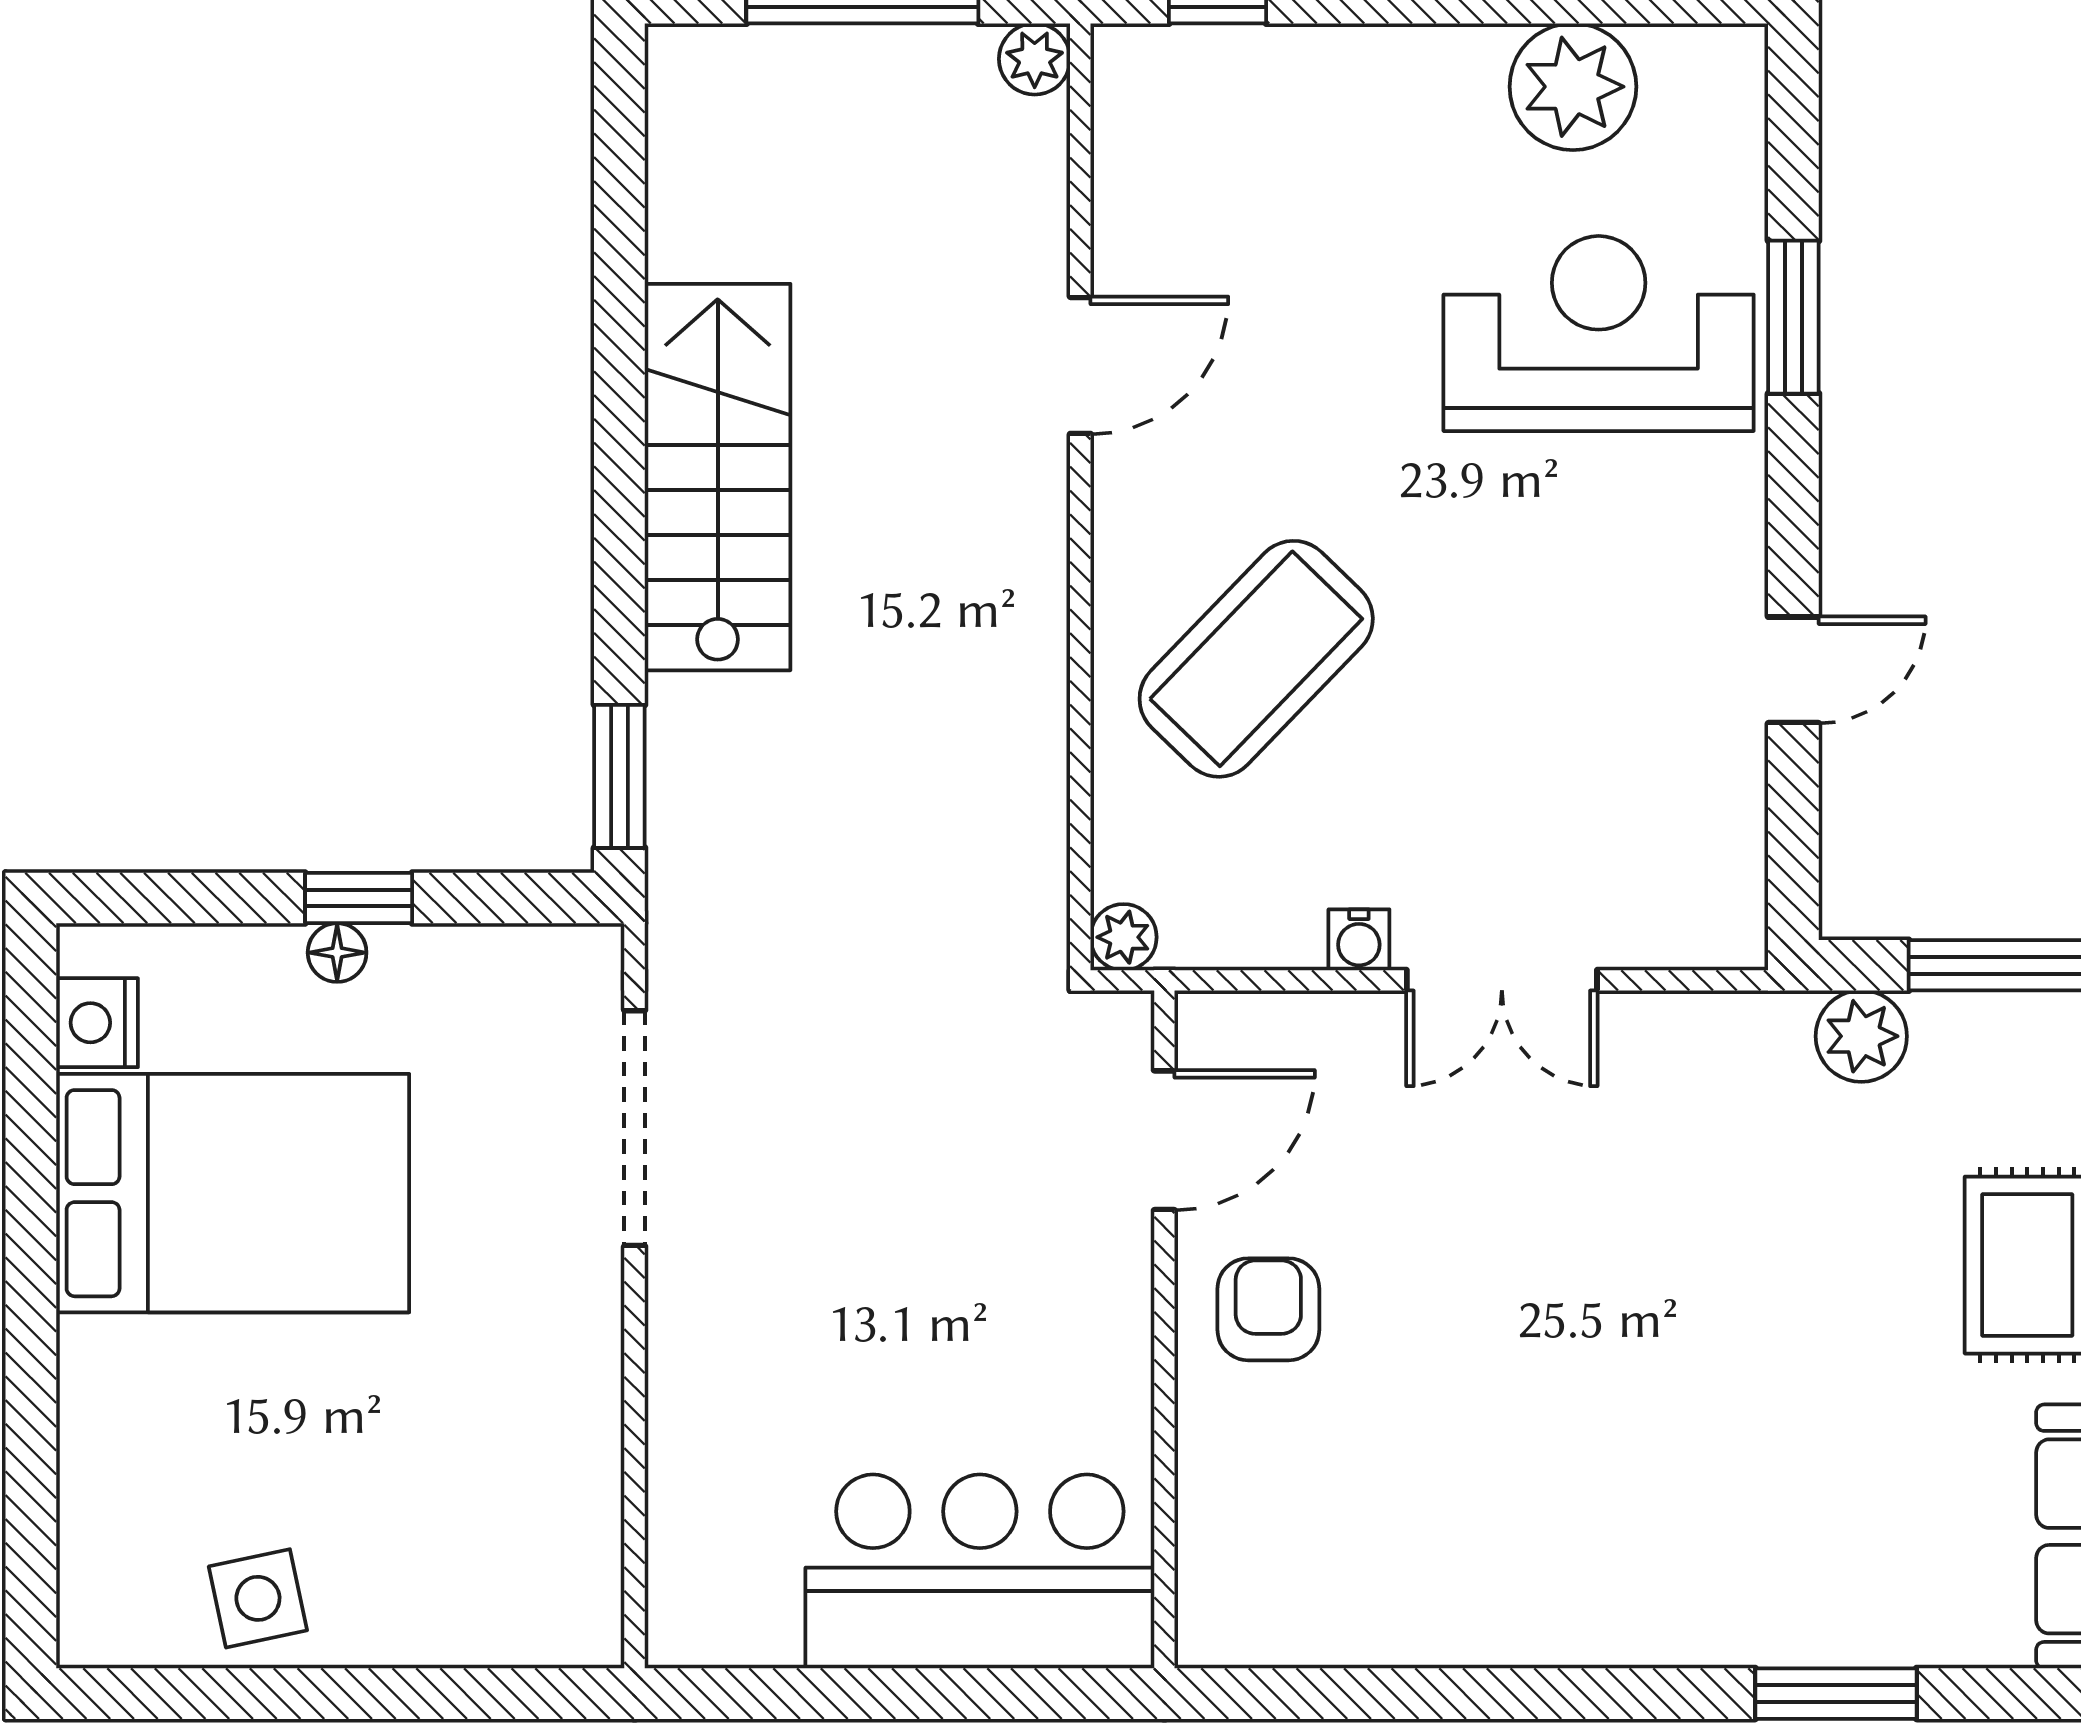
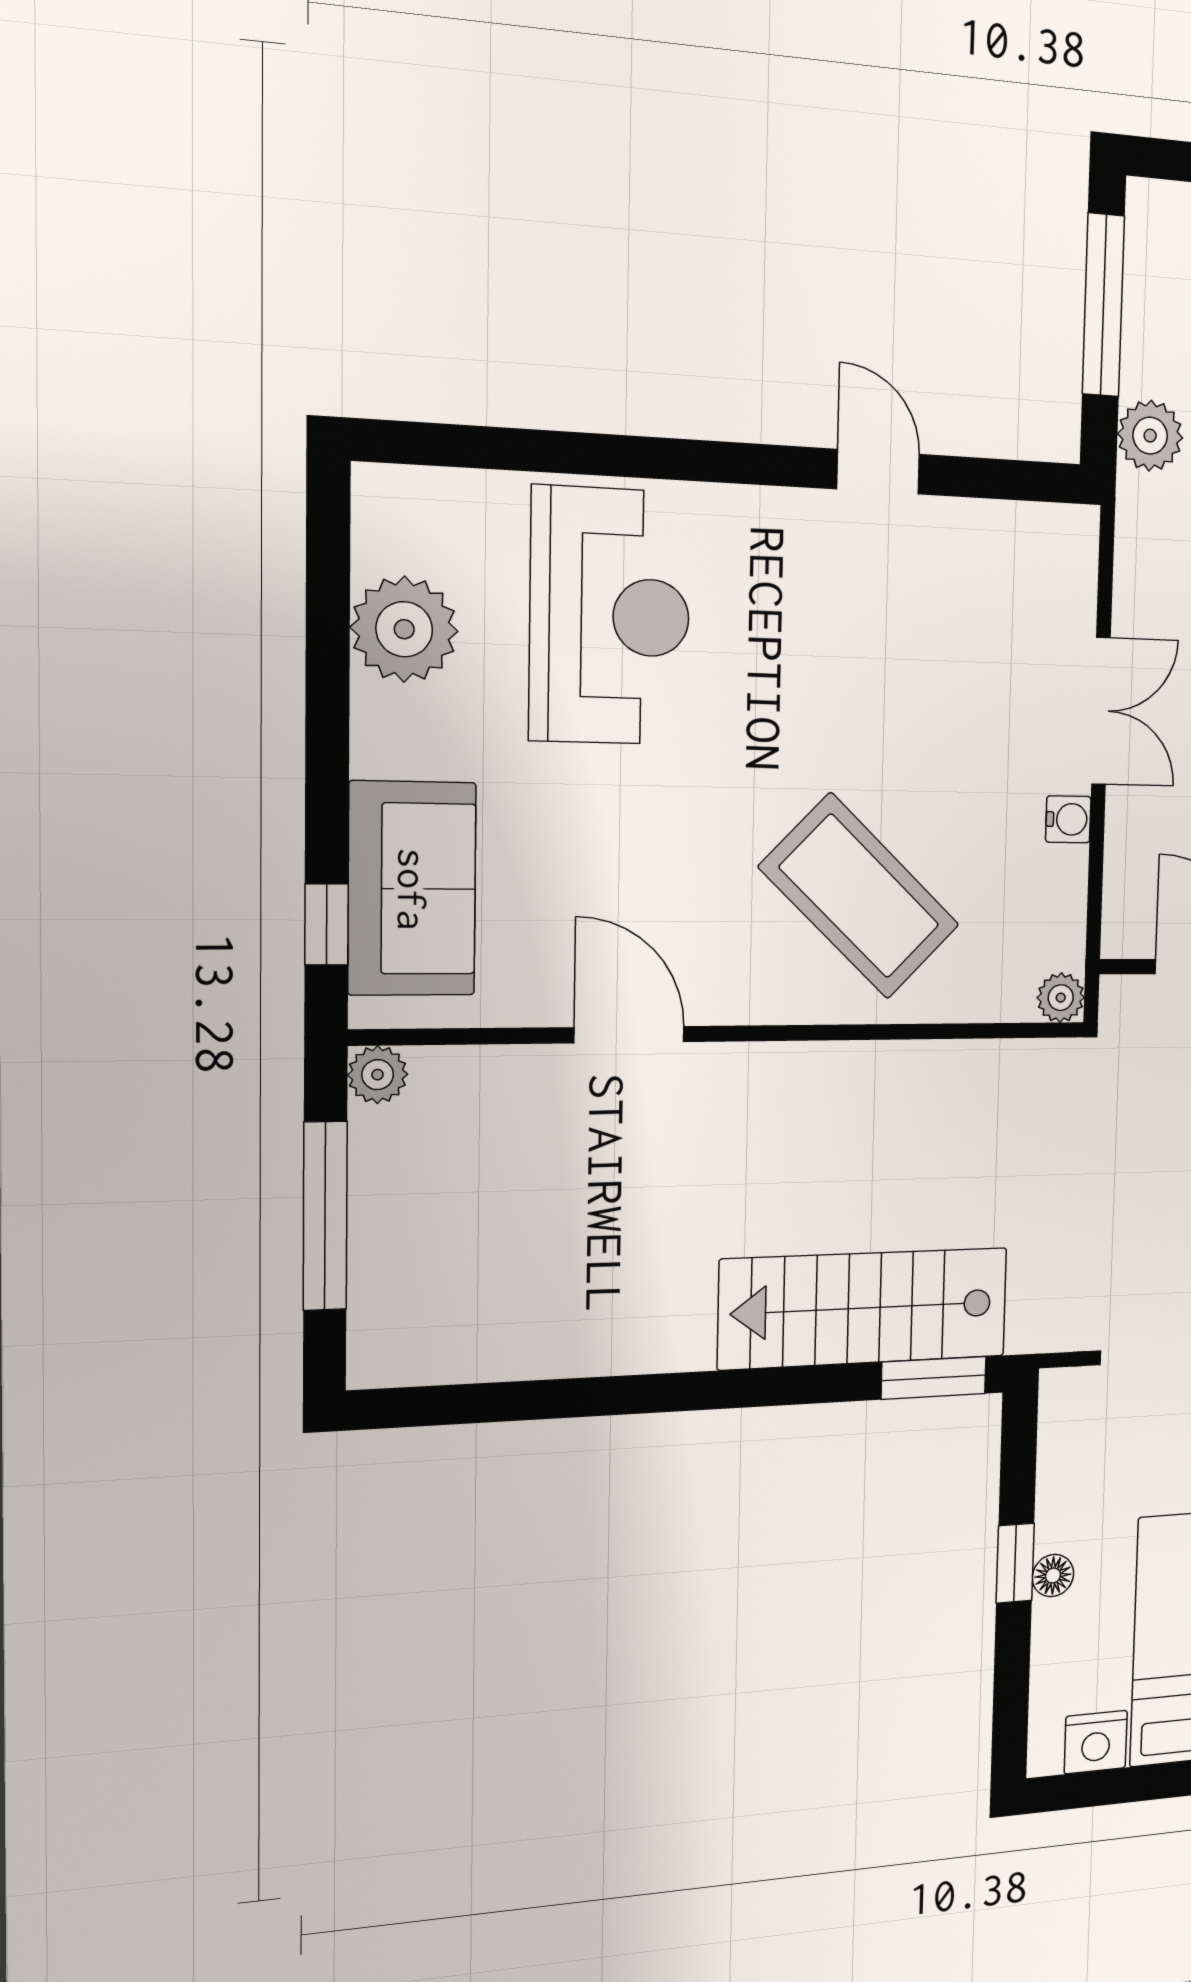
sofa: (1261, 98) -> (412, 889), added
window: (1793, 317) -> (599, 455), removed
reception desk: (1599, 334) -> (610, 616), turned 180
stairs: (718, 477) -> (864, 1308), moved

